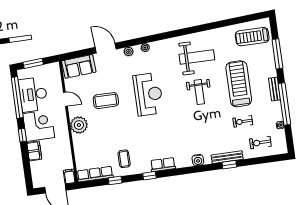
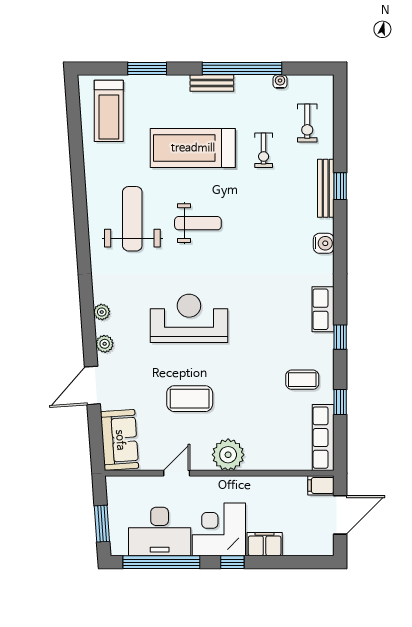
window: (277, 54) -> (147, 68), width x0.69
coffee table: (106, 101) -> (190, 399), turned 90

